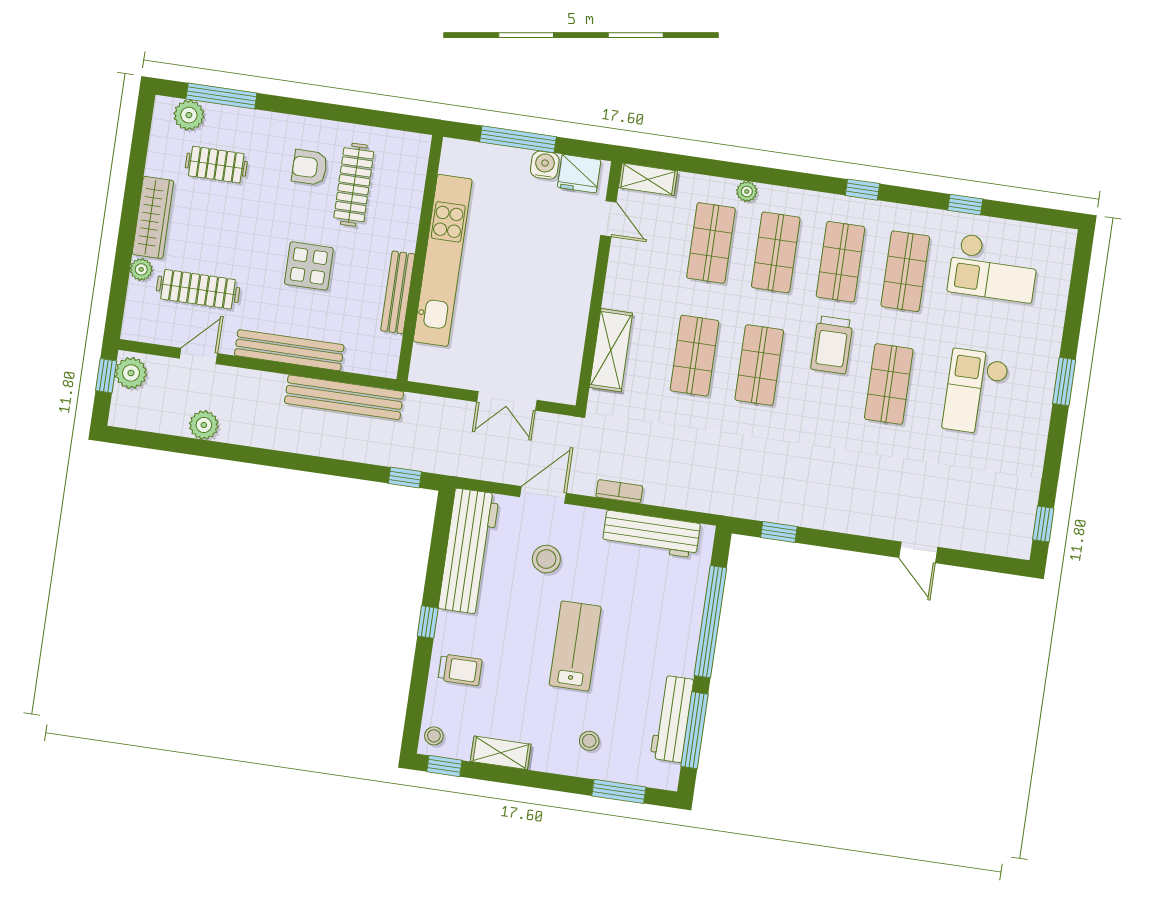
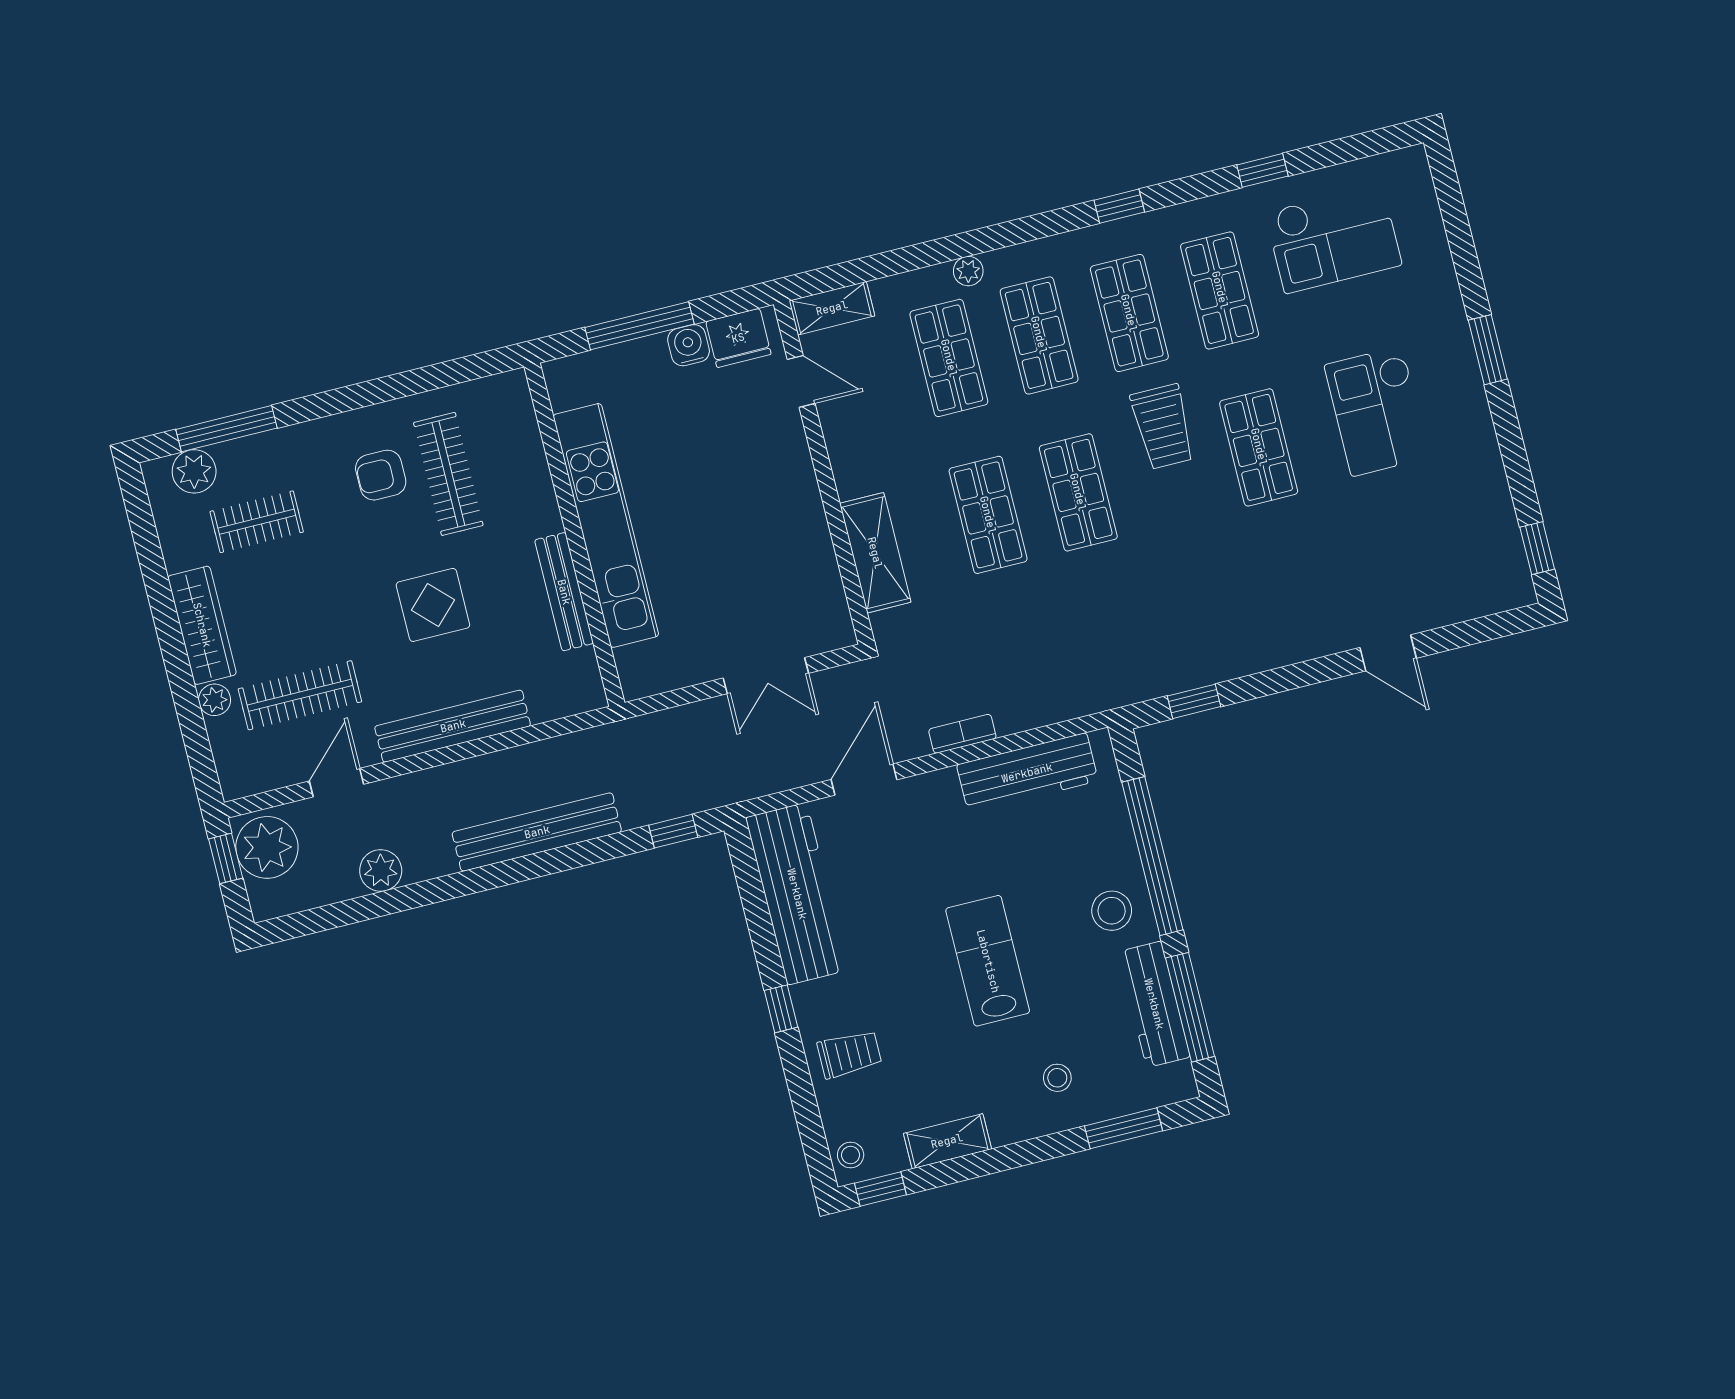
plant: (131, 373) -> (267, 847), width x1.36, depth x1.36
bench: (344, 397) -> (537, 832), moved
stool: (546, 559) -> (1112, 911), moved

